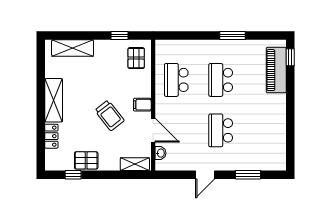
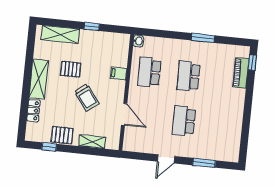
window: (119, 36) -> (92, 26), moved
pallet: (136, 58) -> (71, 69), moved, turned 90
piano: (276, 70) -> (241, 73), width x0.73, depth x0.75
filing cabinet: (142, 105) -> (119, 73), moved
washbasin: (161, 153) -> (138, 41), moved
shelving: (135, 164) -> (92, 142), moved

